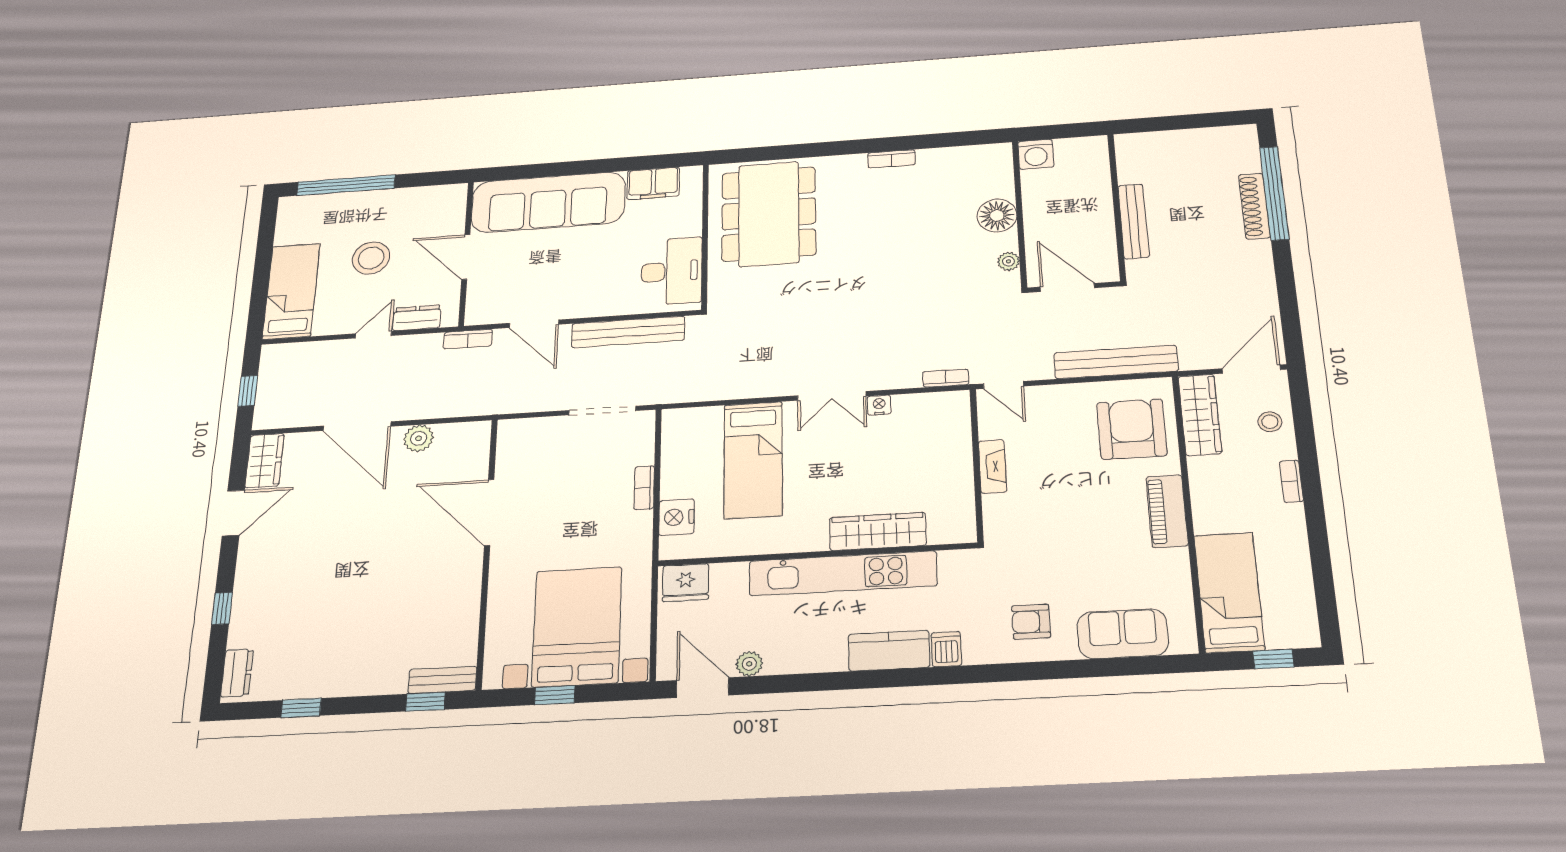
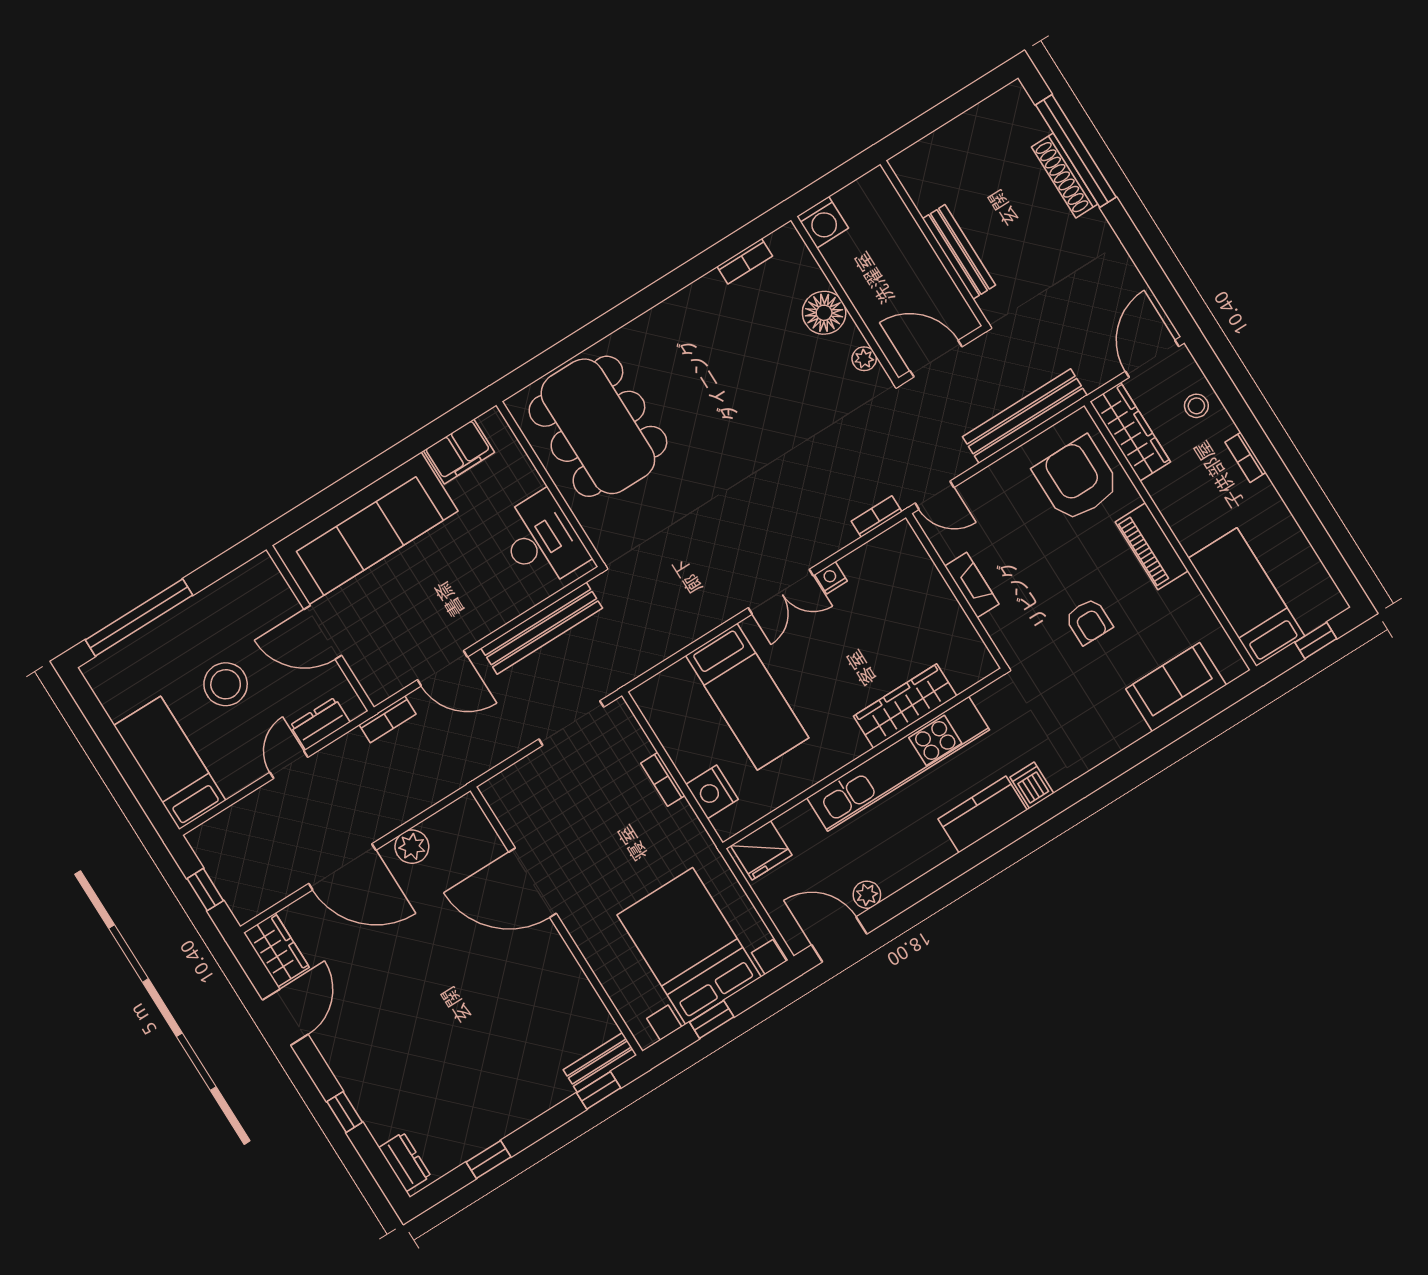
bookcase: (891, 159) -> (745, 261), moved
armchair: (1031, 622) -> (1089, 621), moved, turned -90

